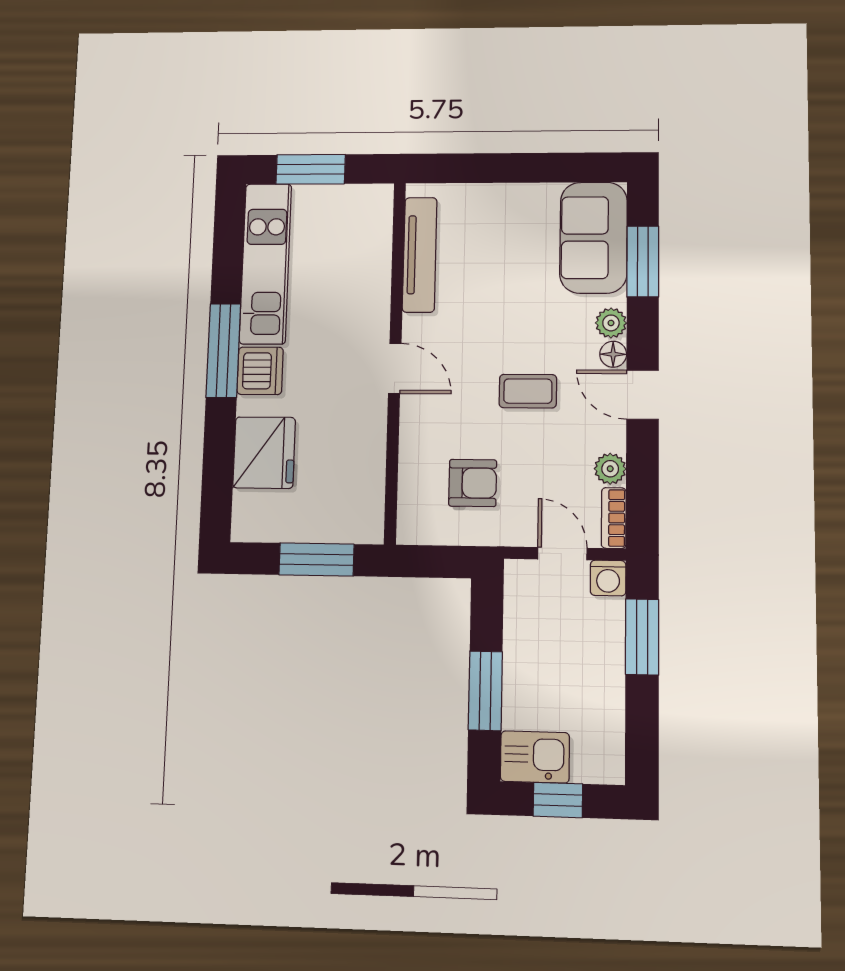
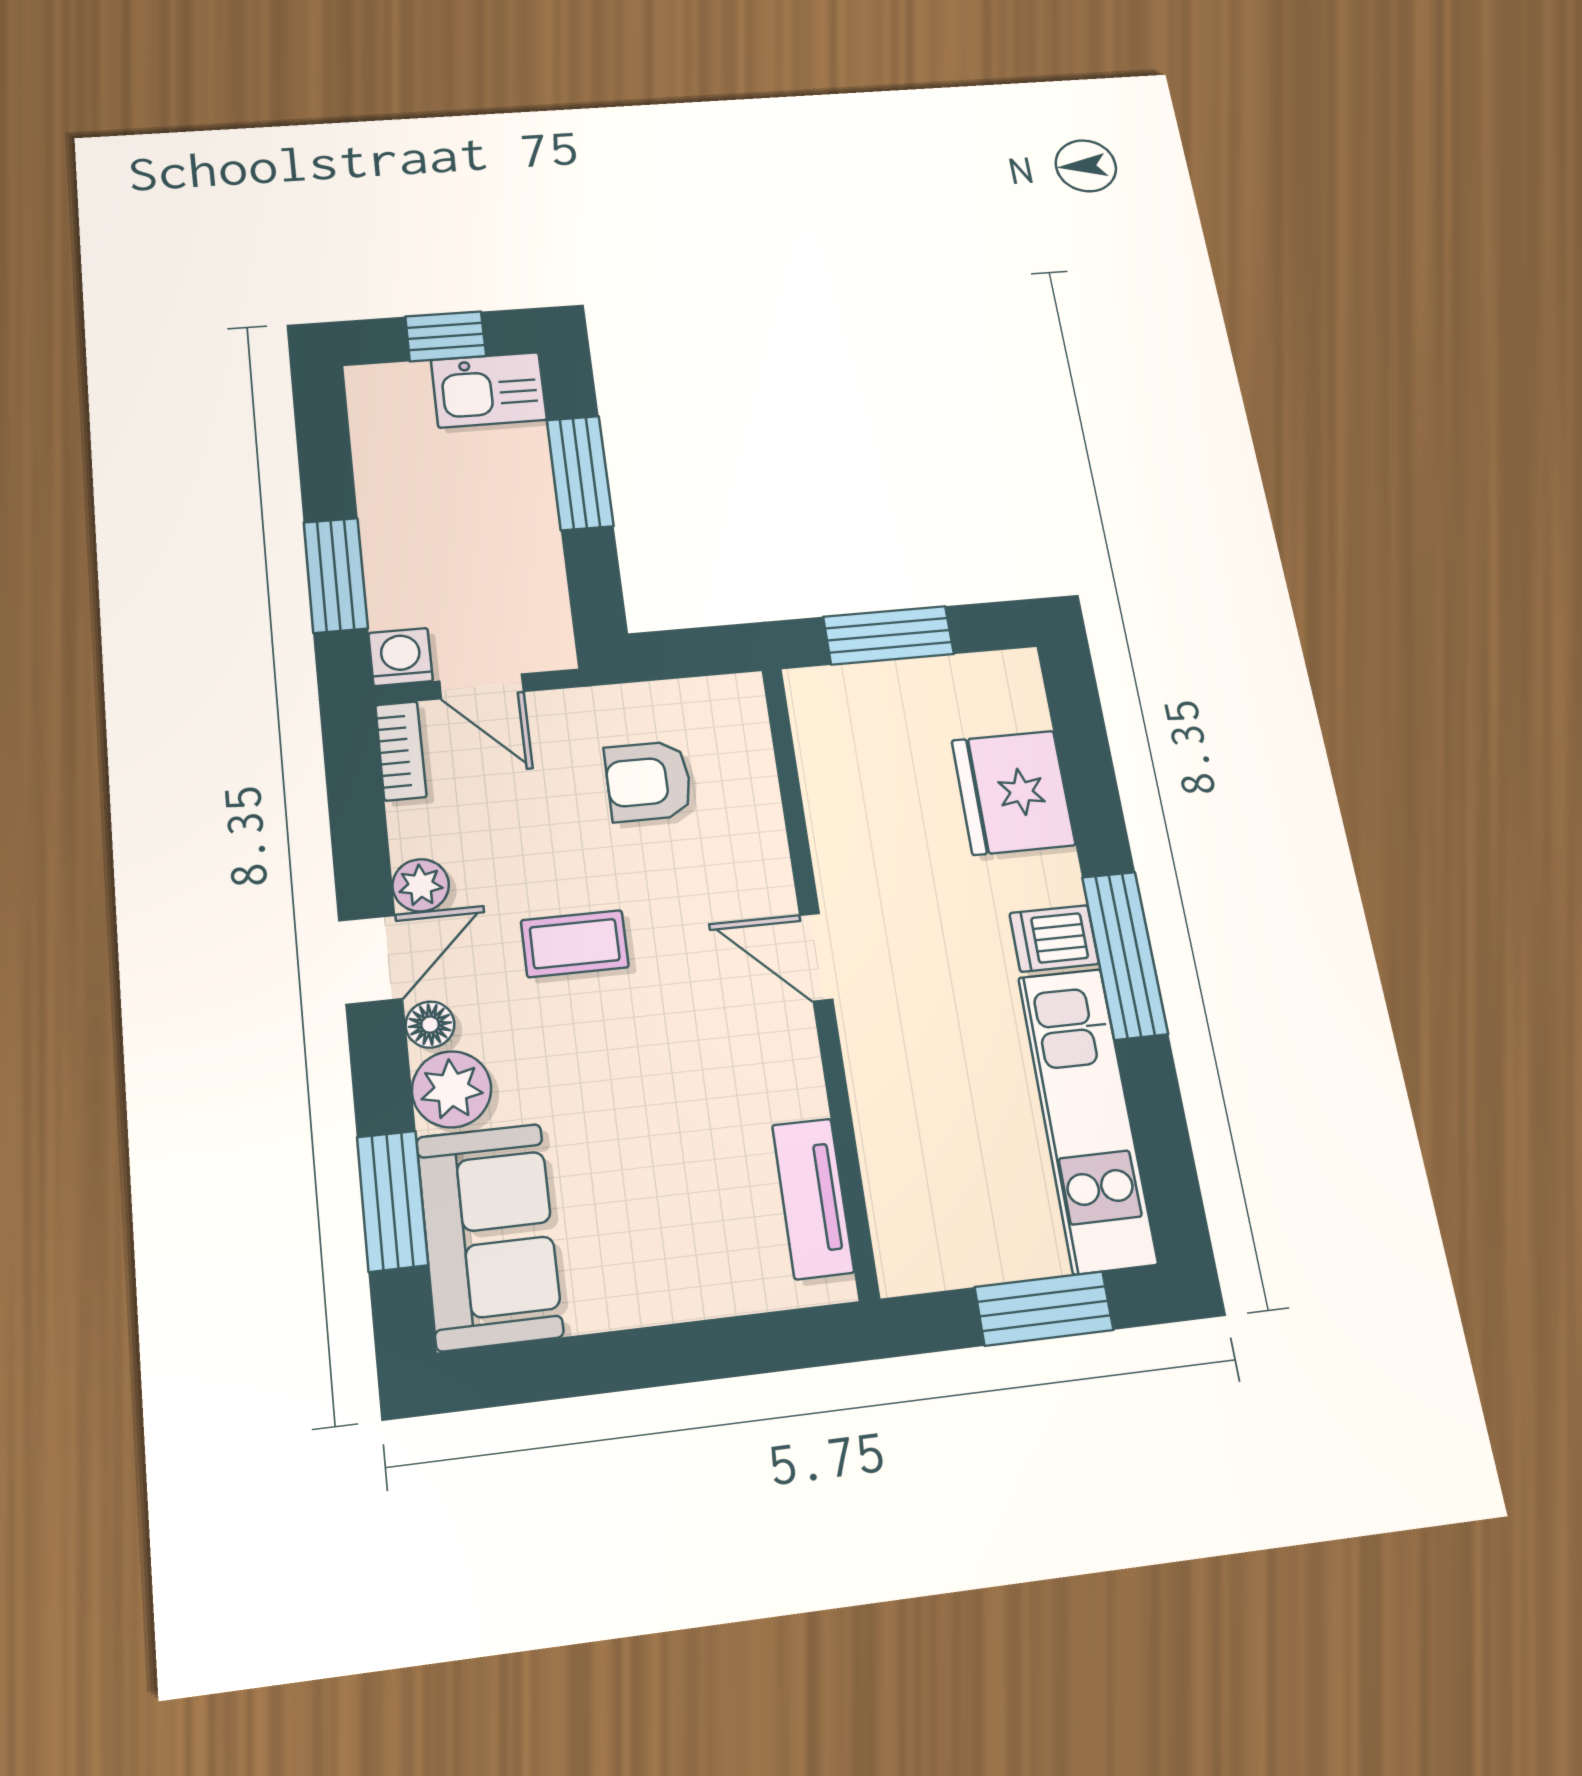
tv unit: (420, 255) -> (813, 1198), width x0.71
plant: (611, 323) -> (452, 1089), width x1.38, depth x1.38
dishwasher: (260, 371) -> (1054, 938), width x0.73
door: (643, 395) -> (370, 960), hinge flipped
plant: (610, 469) -> (421, 885), moved

